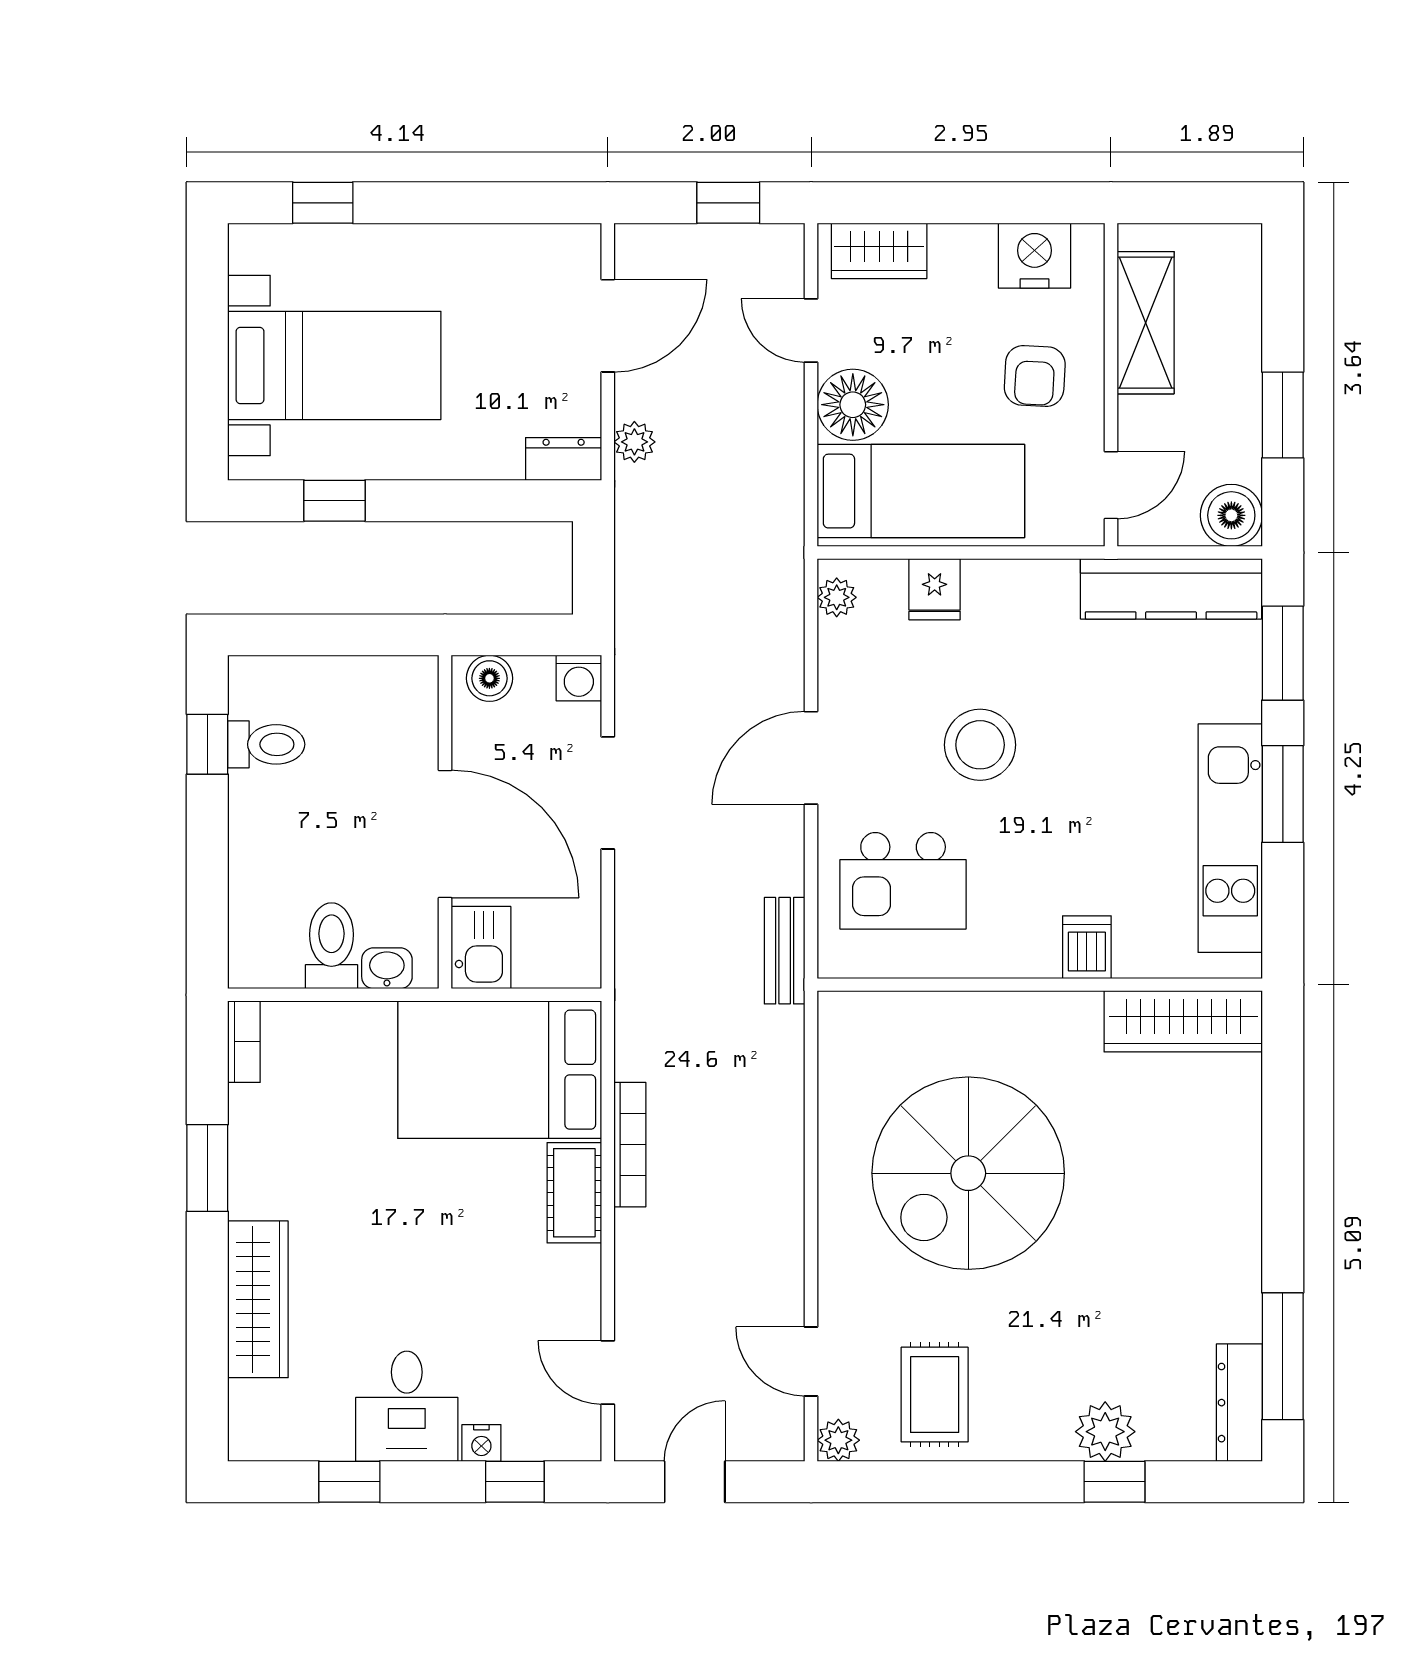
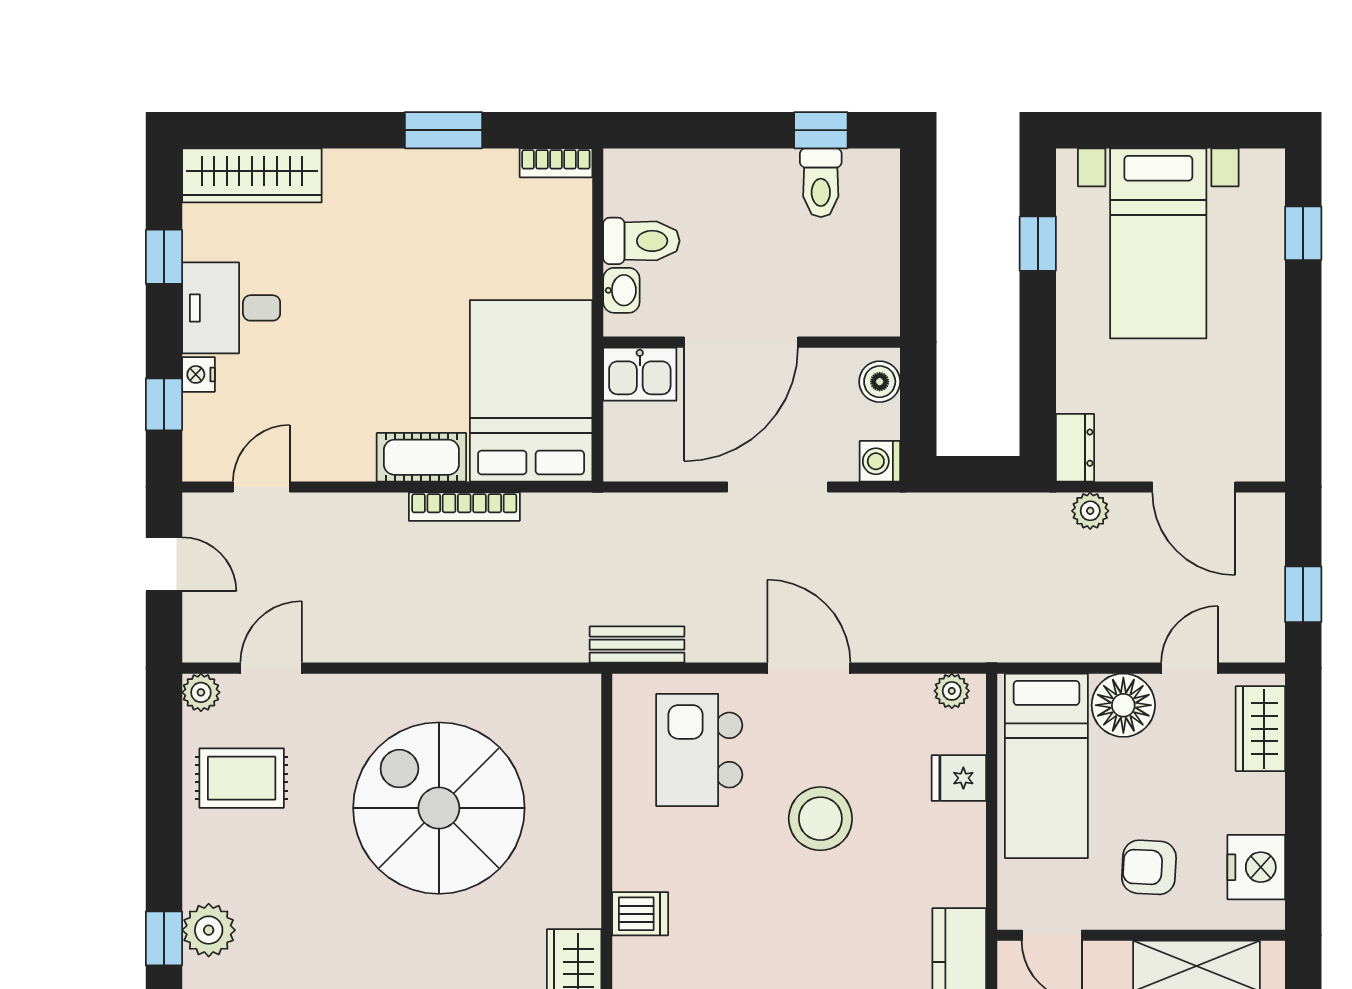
wardrobe: (258, 1299) -> (252, 175), moved

